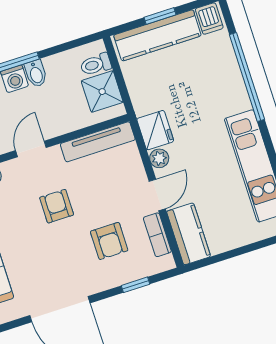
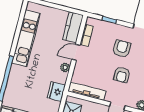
fridge: (155, 130) -> (56, 92), moved
armchair: (109, 241) -> (122, 49), moved

